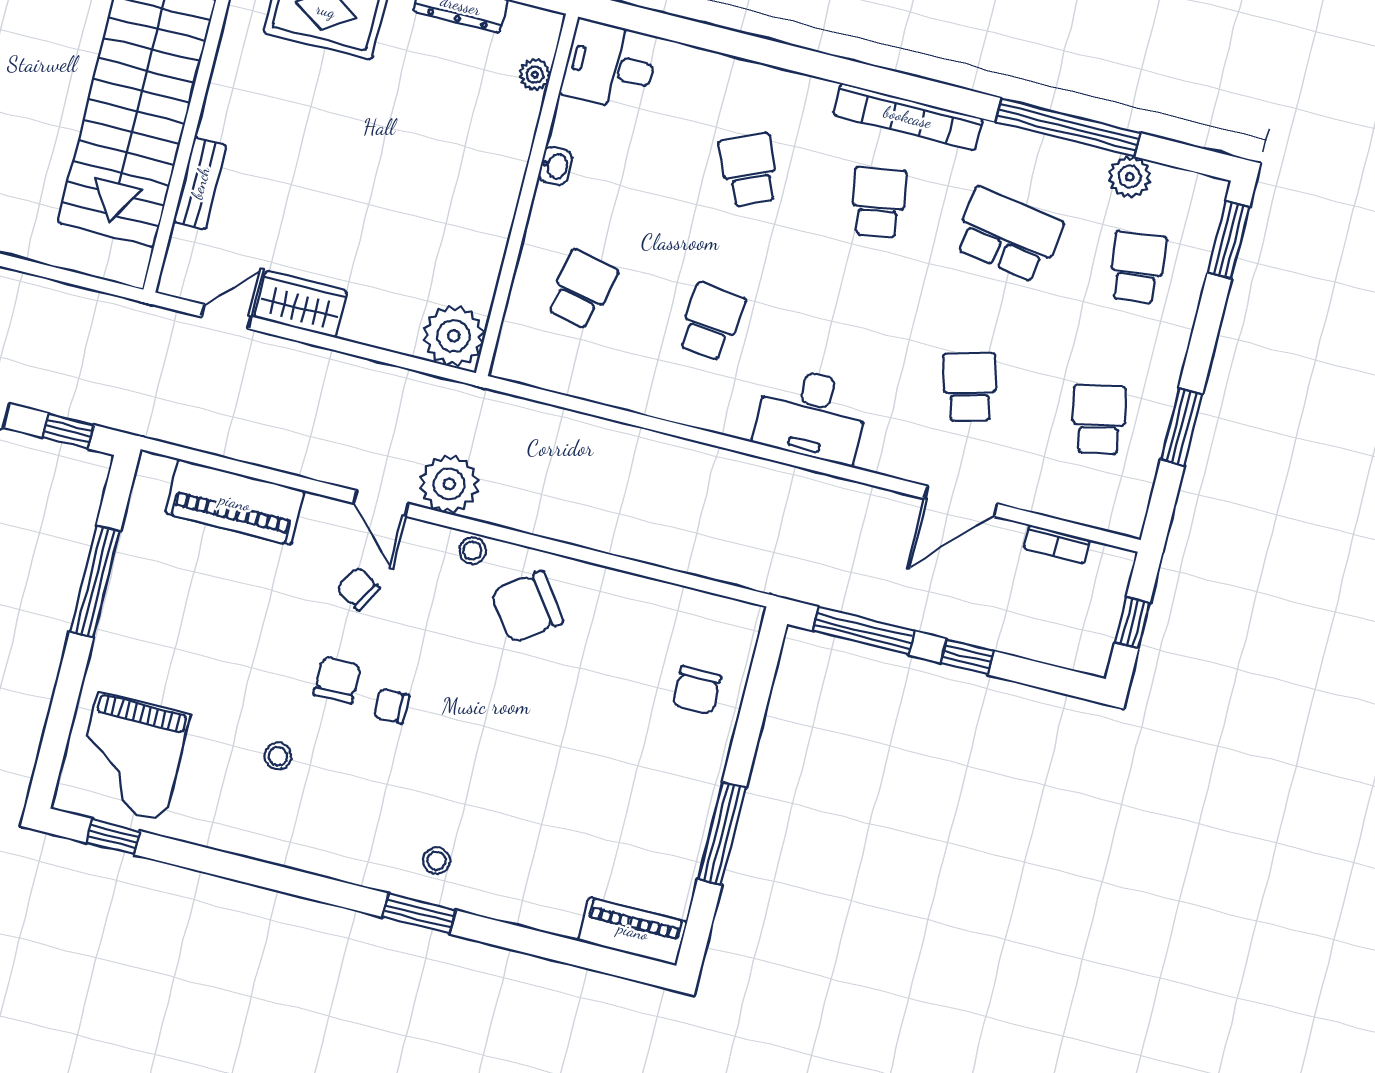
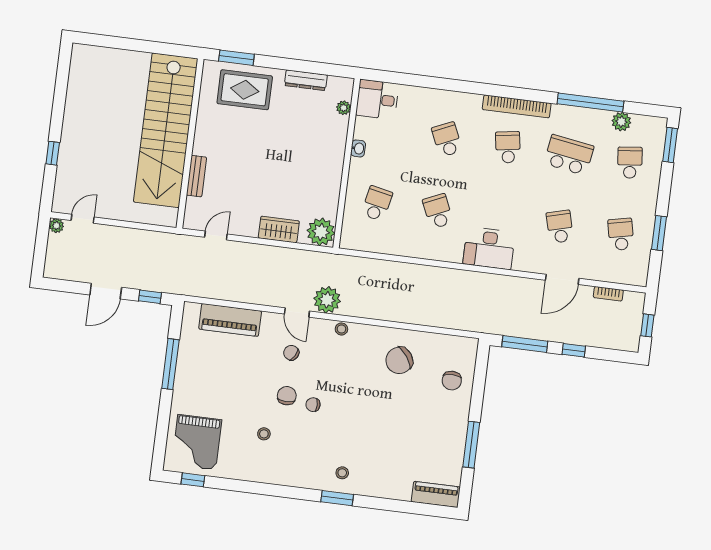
wardrobe: (301, 304) -> (279, 229), moved
school desk: (711, 322) -> (438, 211), turned -30
chair: (527, 607) -> (399, 360), moved

